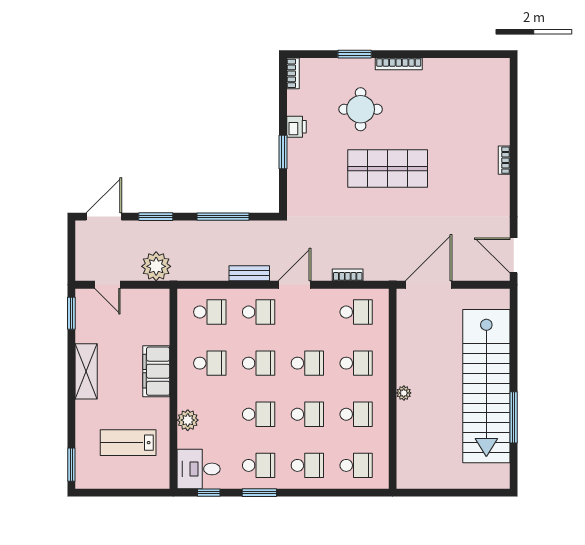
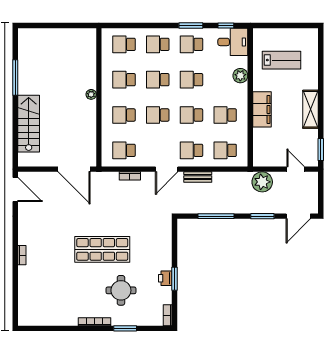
window: (283, 152) -> (175, 279), moved
door: (429, 285) -> (74, 169), hinge flipped
stairs: (486, 386) -> (29, 124), width x0.54, depth x0.66
window: (71, 465) -> (321, 45), removed

